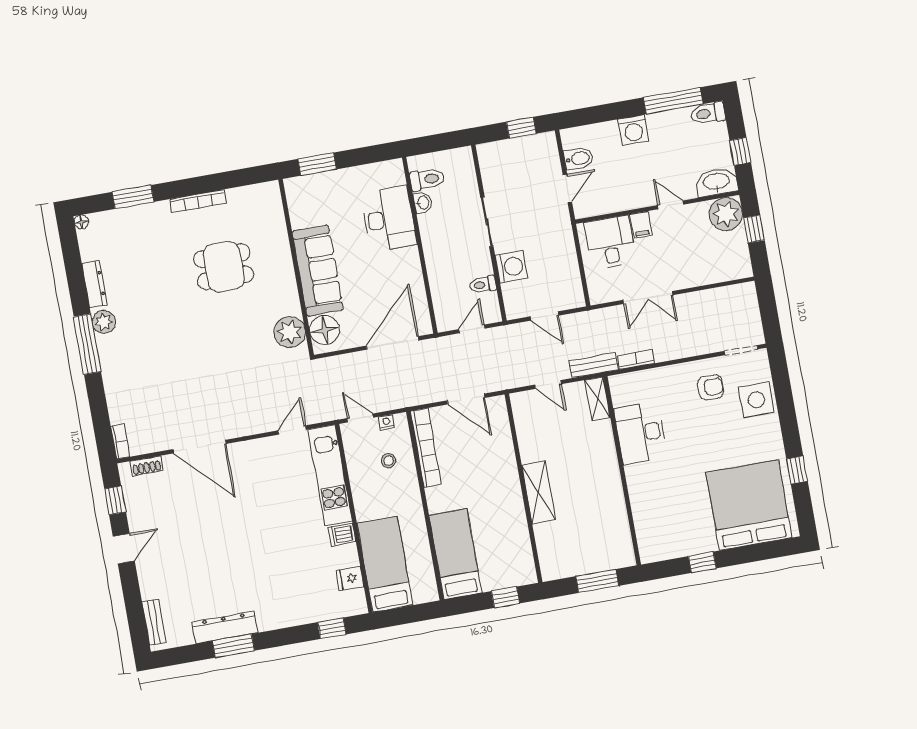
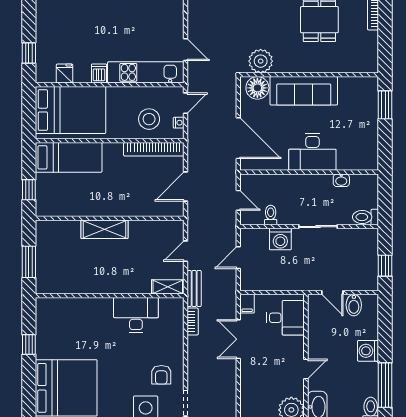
toilet: (427, 179) -> (365, 217), moved, turned 90
desk: (389, 219) -> (312, 152), moved
filing cabinet: (641, 225) -> (247, 304), moved, turned -90
stool: (389, 461) -> (149, 119), width x1.89, depth x1.89
bed: (385, 564) -> (71, 110), width x1.50

